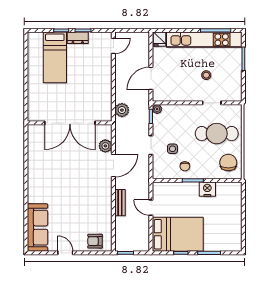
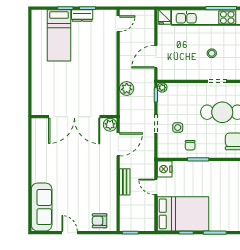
double door: (70, 123) -> (74, 117), moved
wall: (70, 123) -> (74, 117), moved
nightstand: (207, 189) -> (165, 169), moved, turned -90

